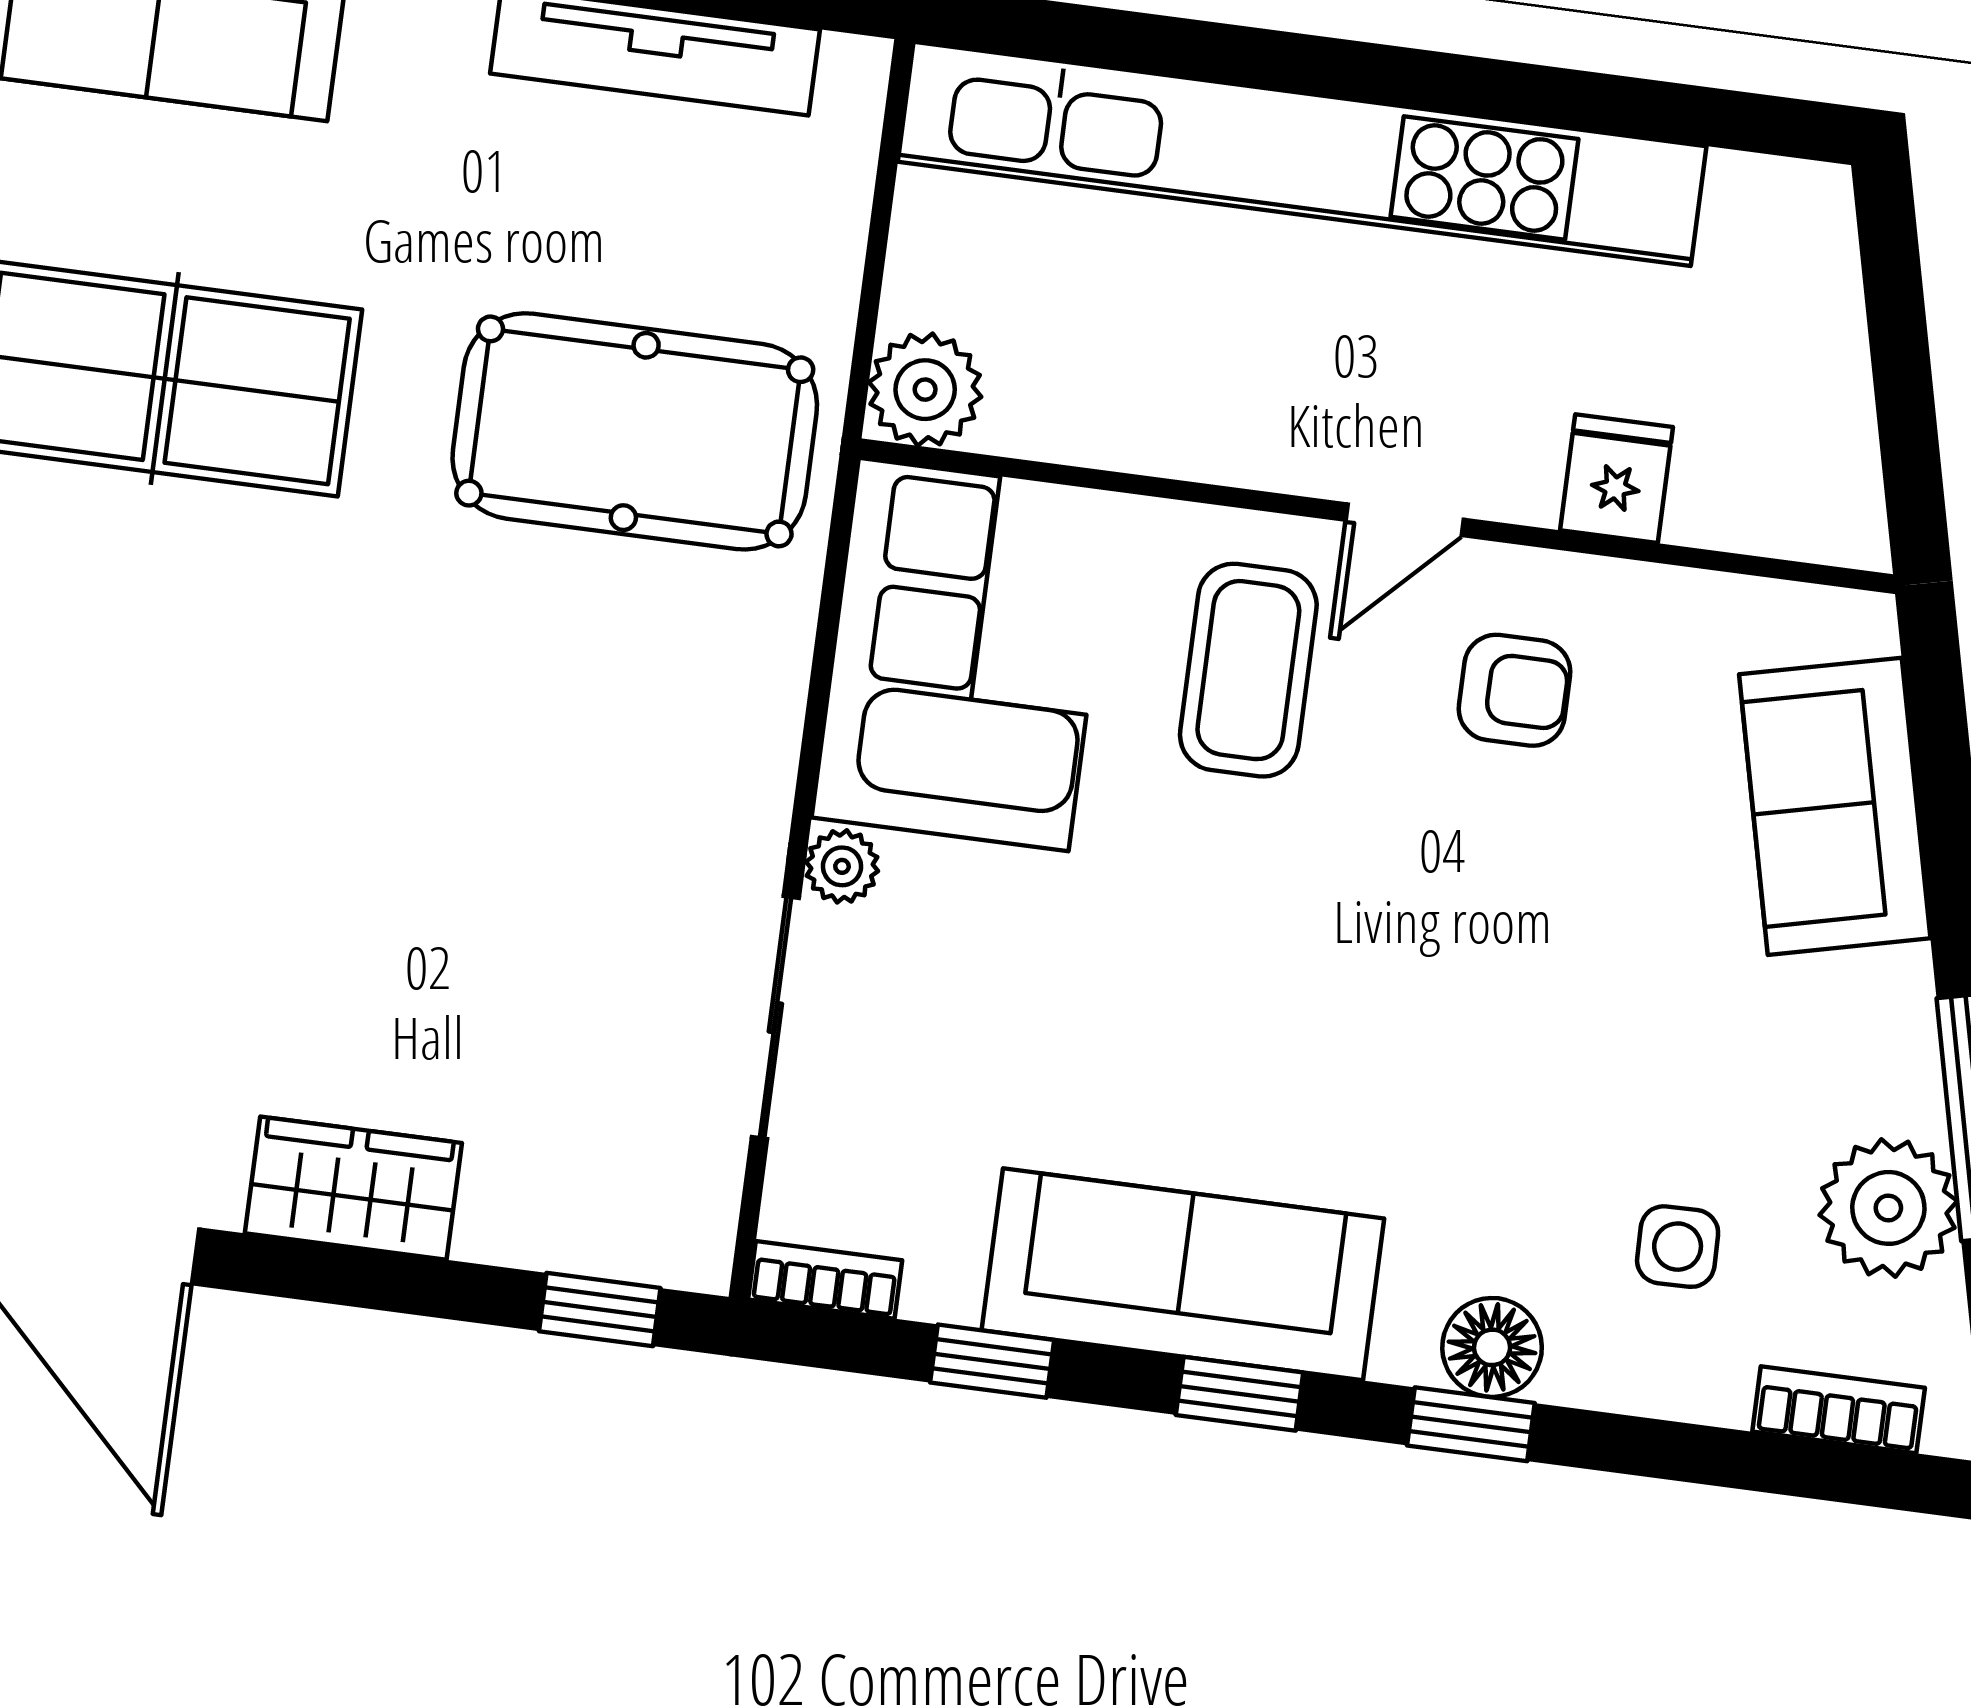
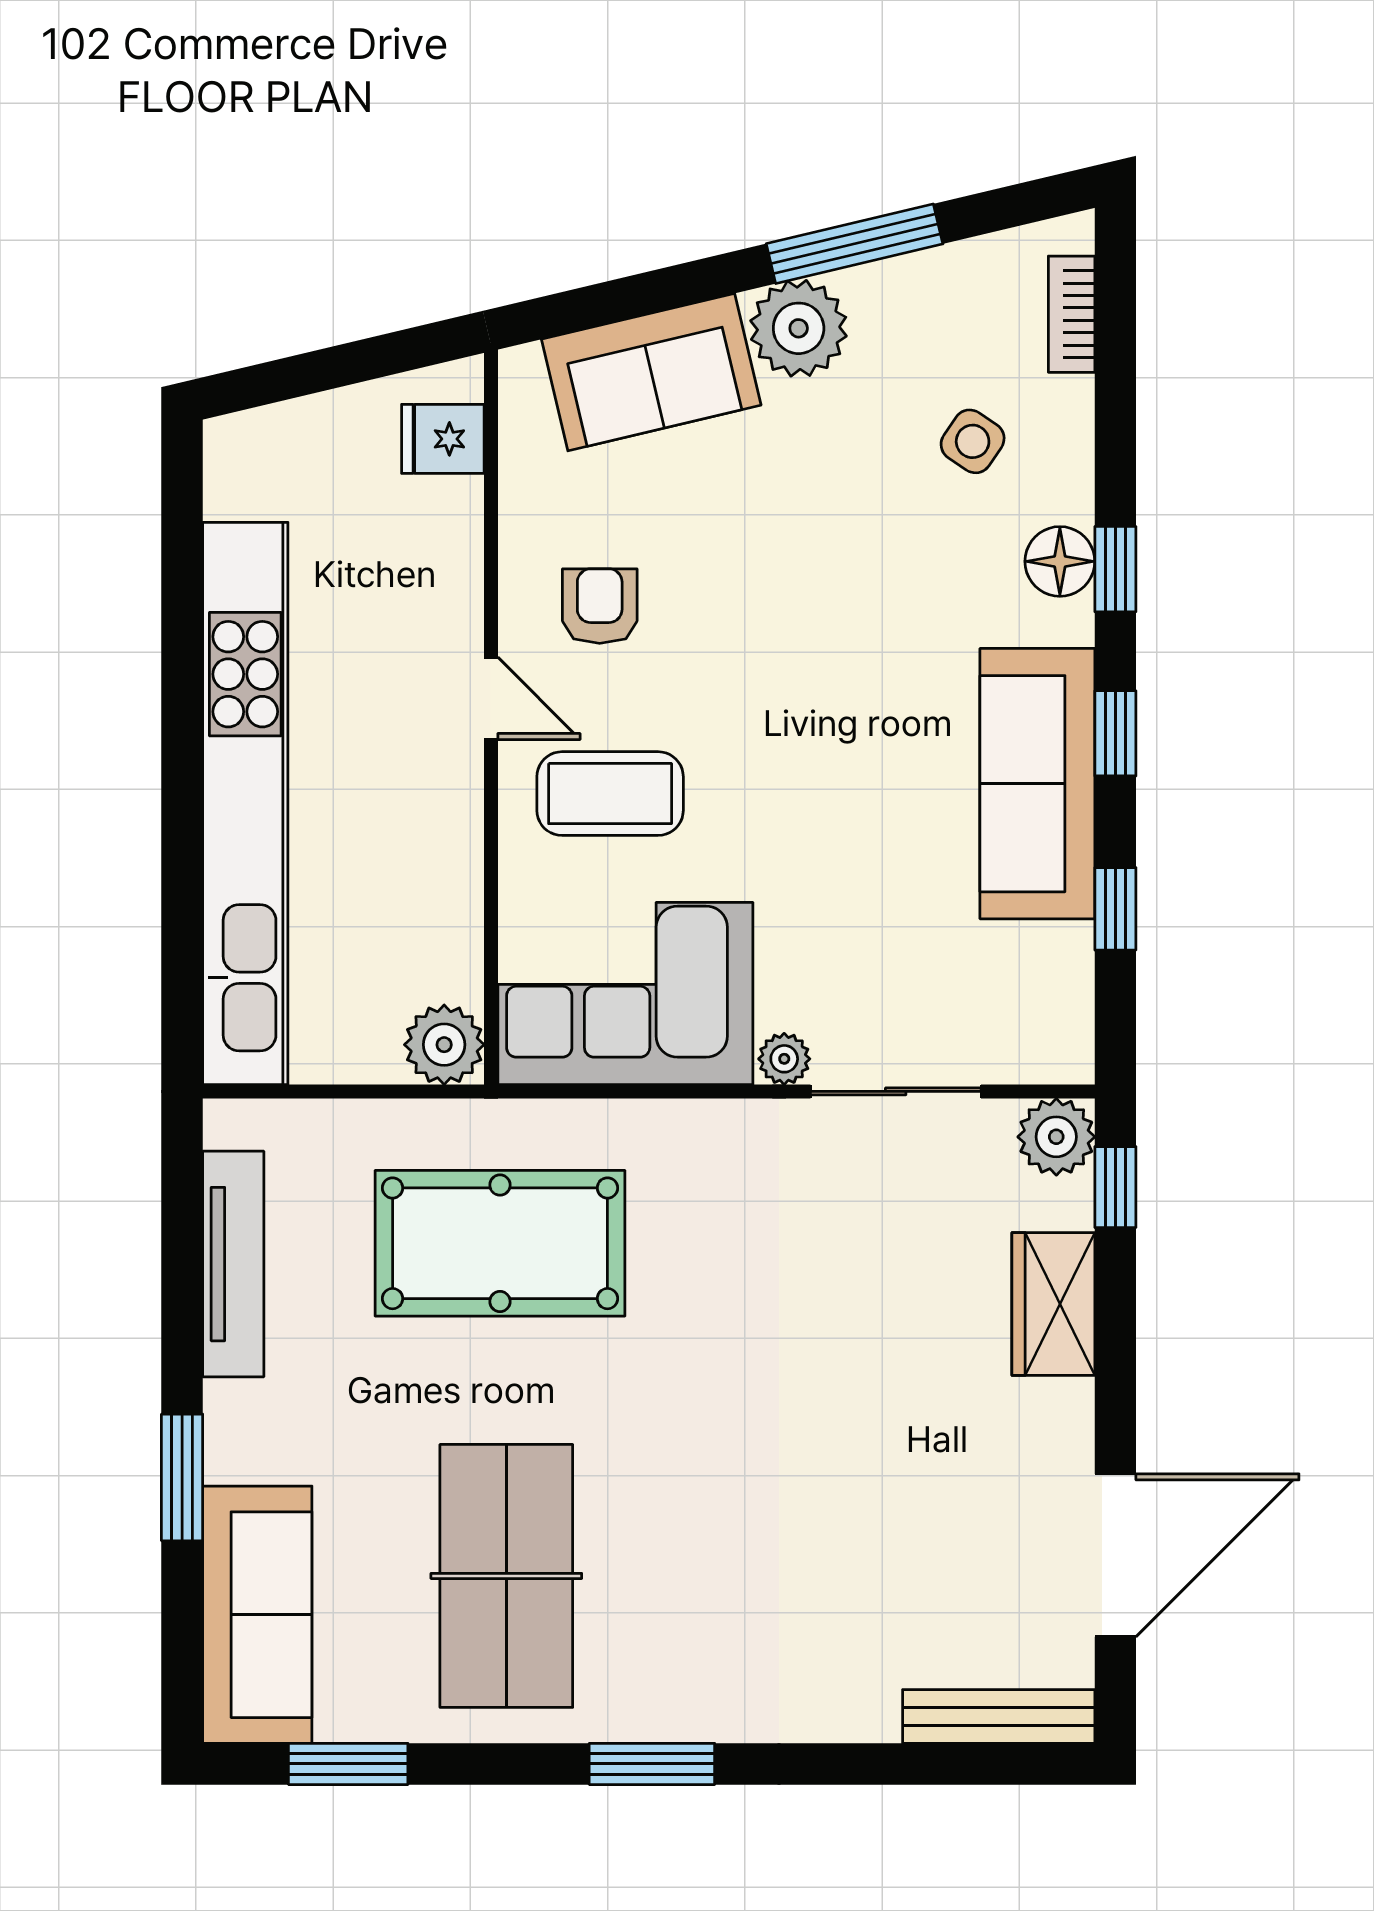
pool table: (635, 431) -> (500, 1243), turned 90
fridge: (1616, 479) -> (443, 439), moved
wardrobe: (353, 1188) -> (1053, 1304), moved
plant: (1888, 1208) -> (799, 328), moved
plant: (682, 1235) -> (1056, 1137), added
side table: (1678, 1247) -> (973, 441), turned 35
bookcase: (825, 1280) -> (1074, 1033), removed

